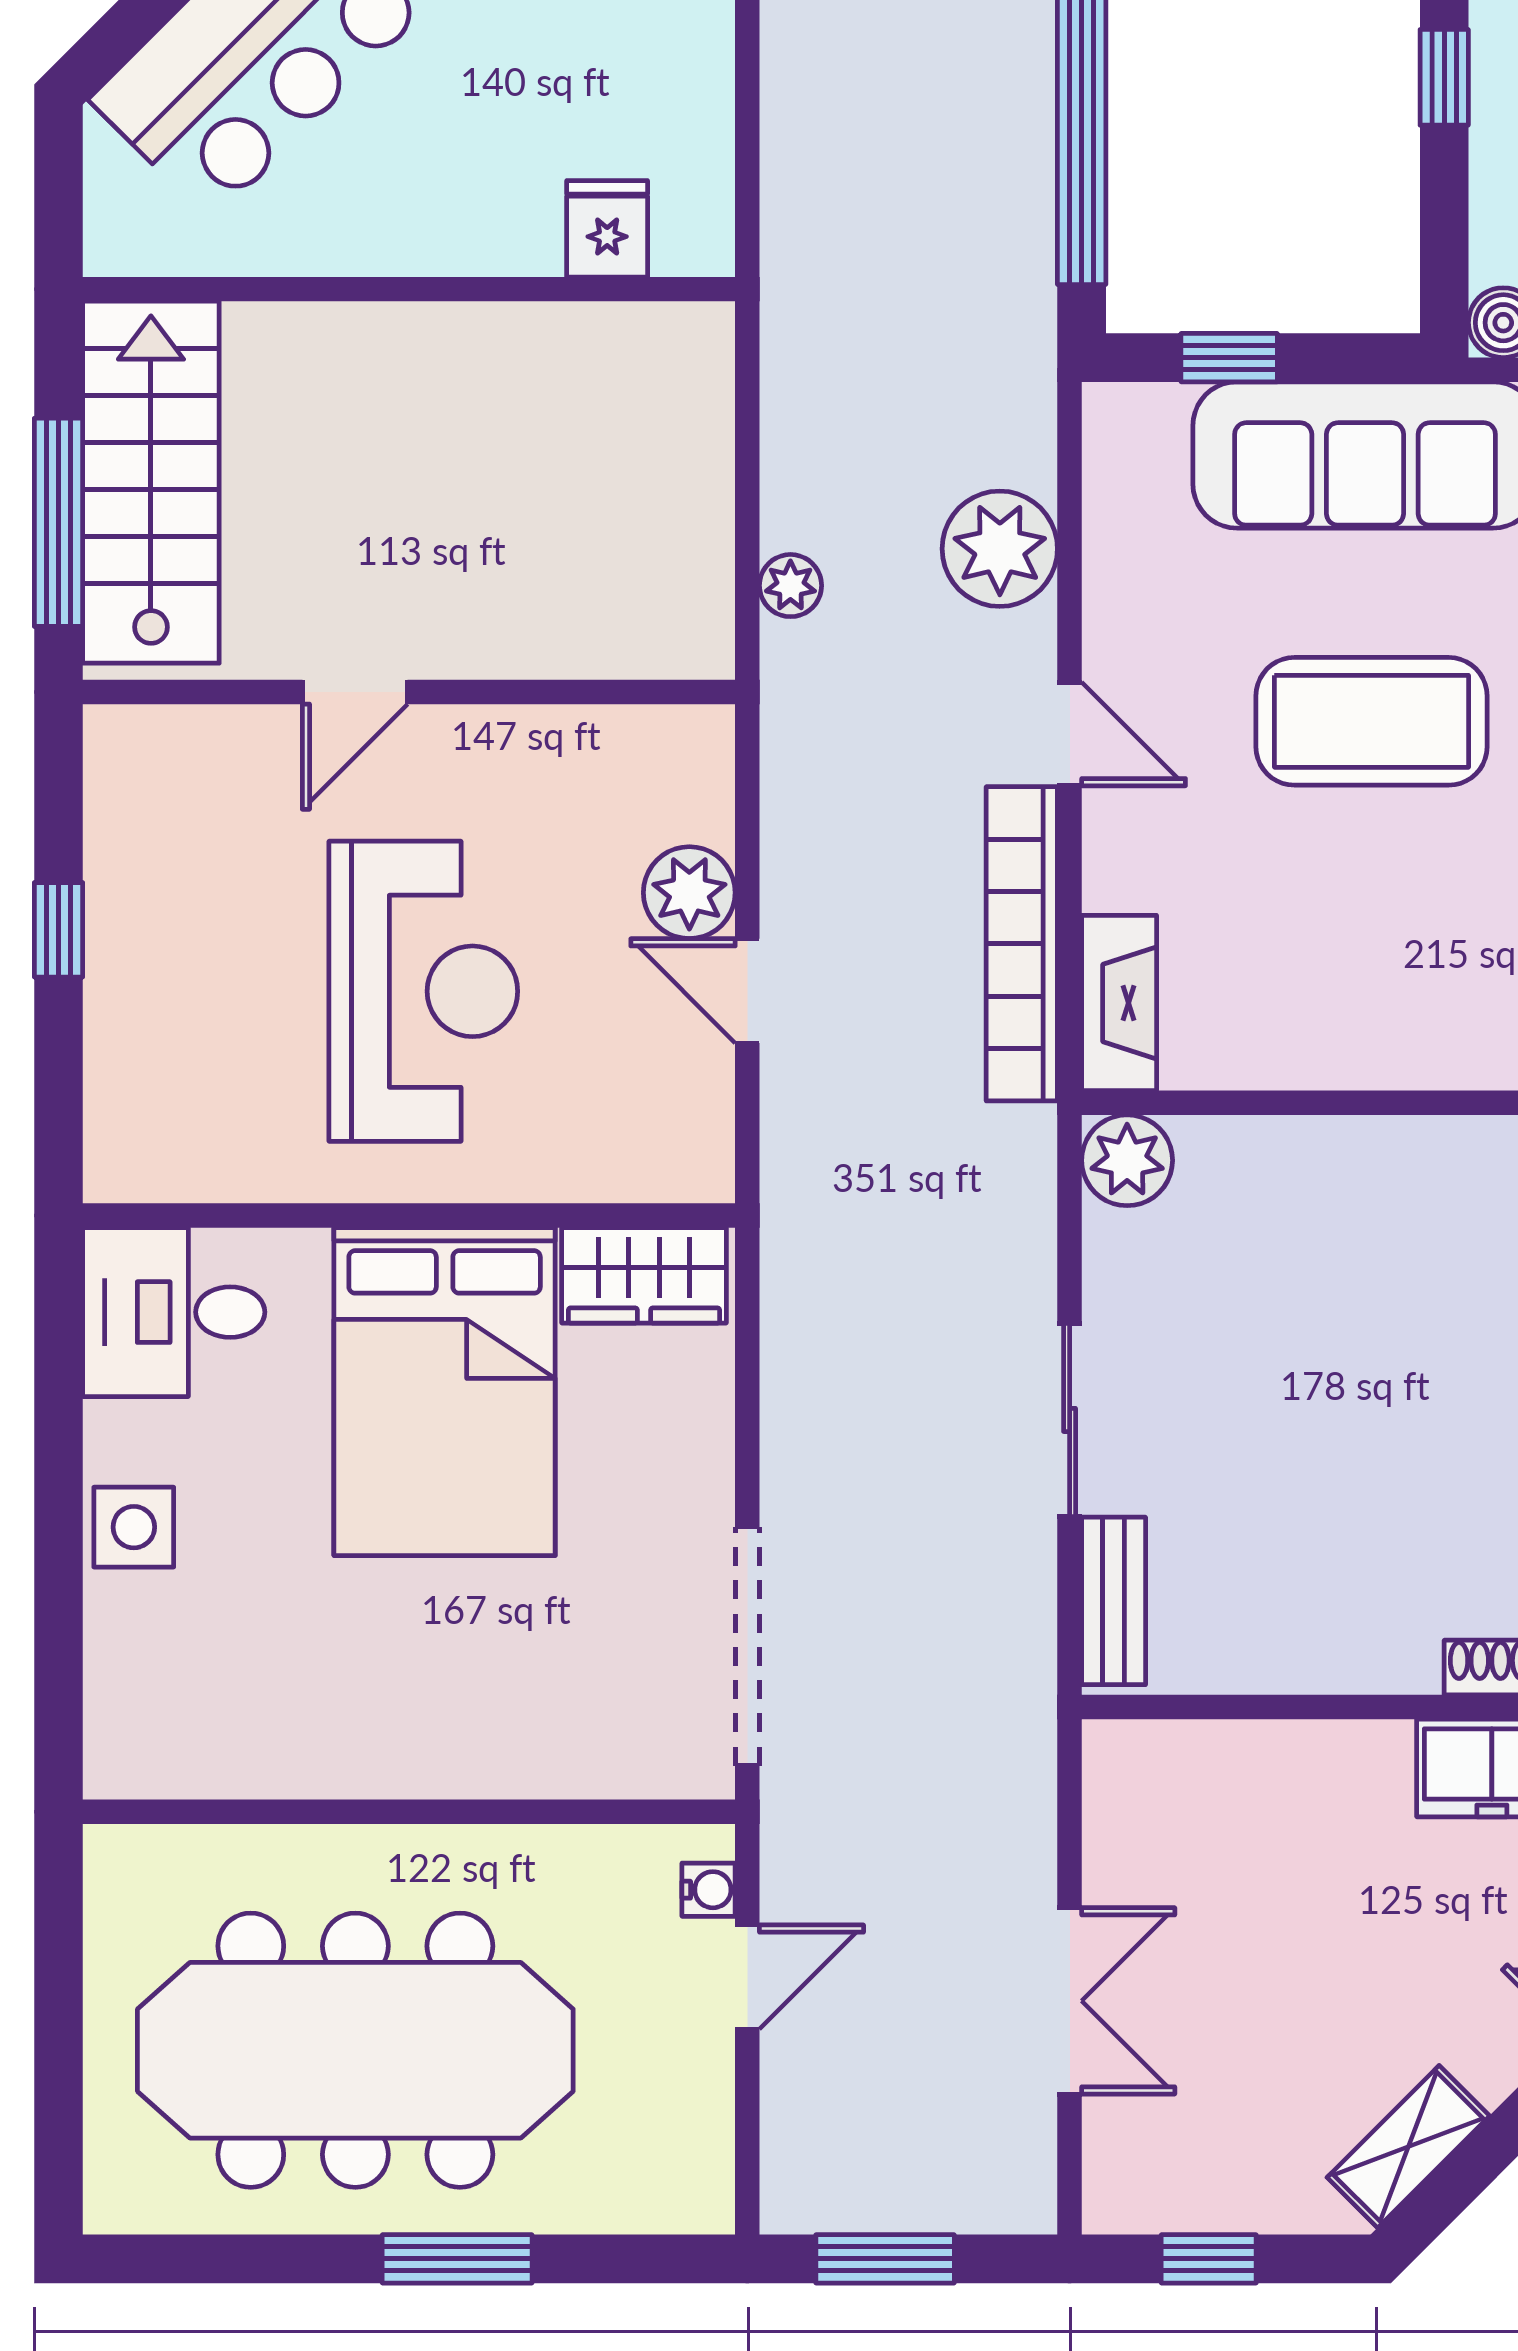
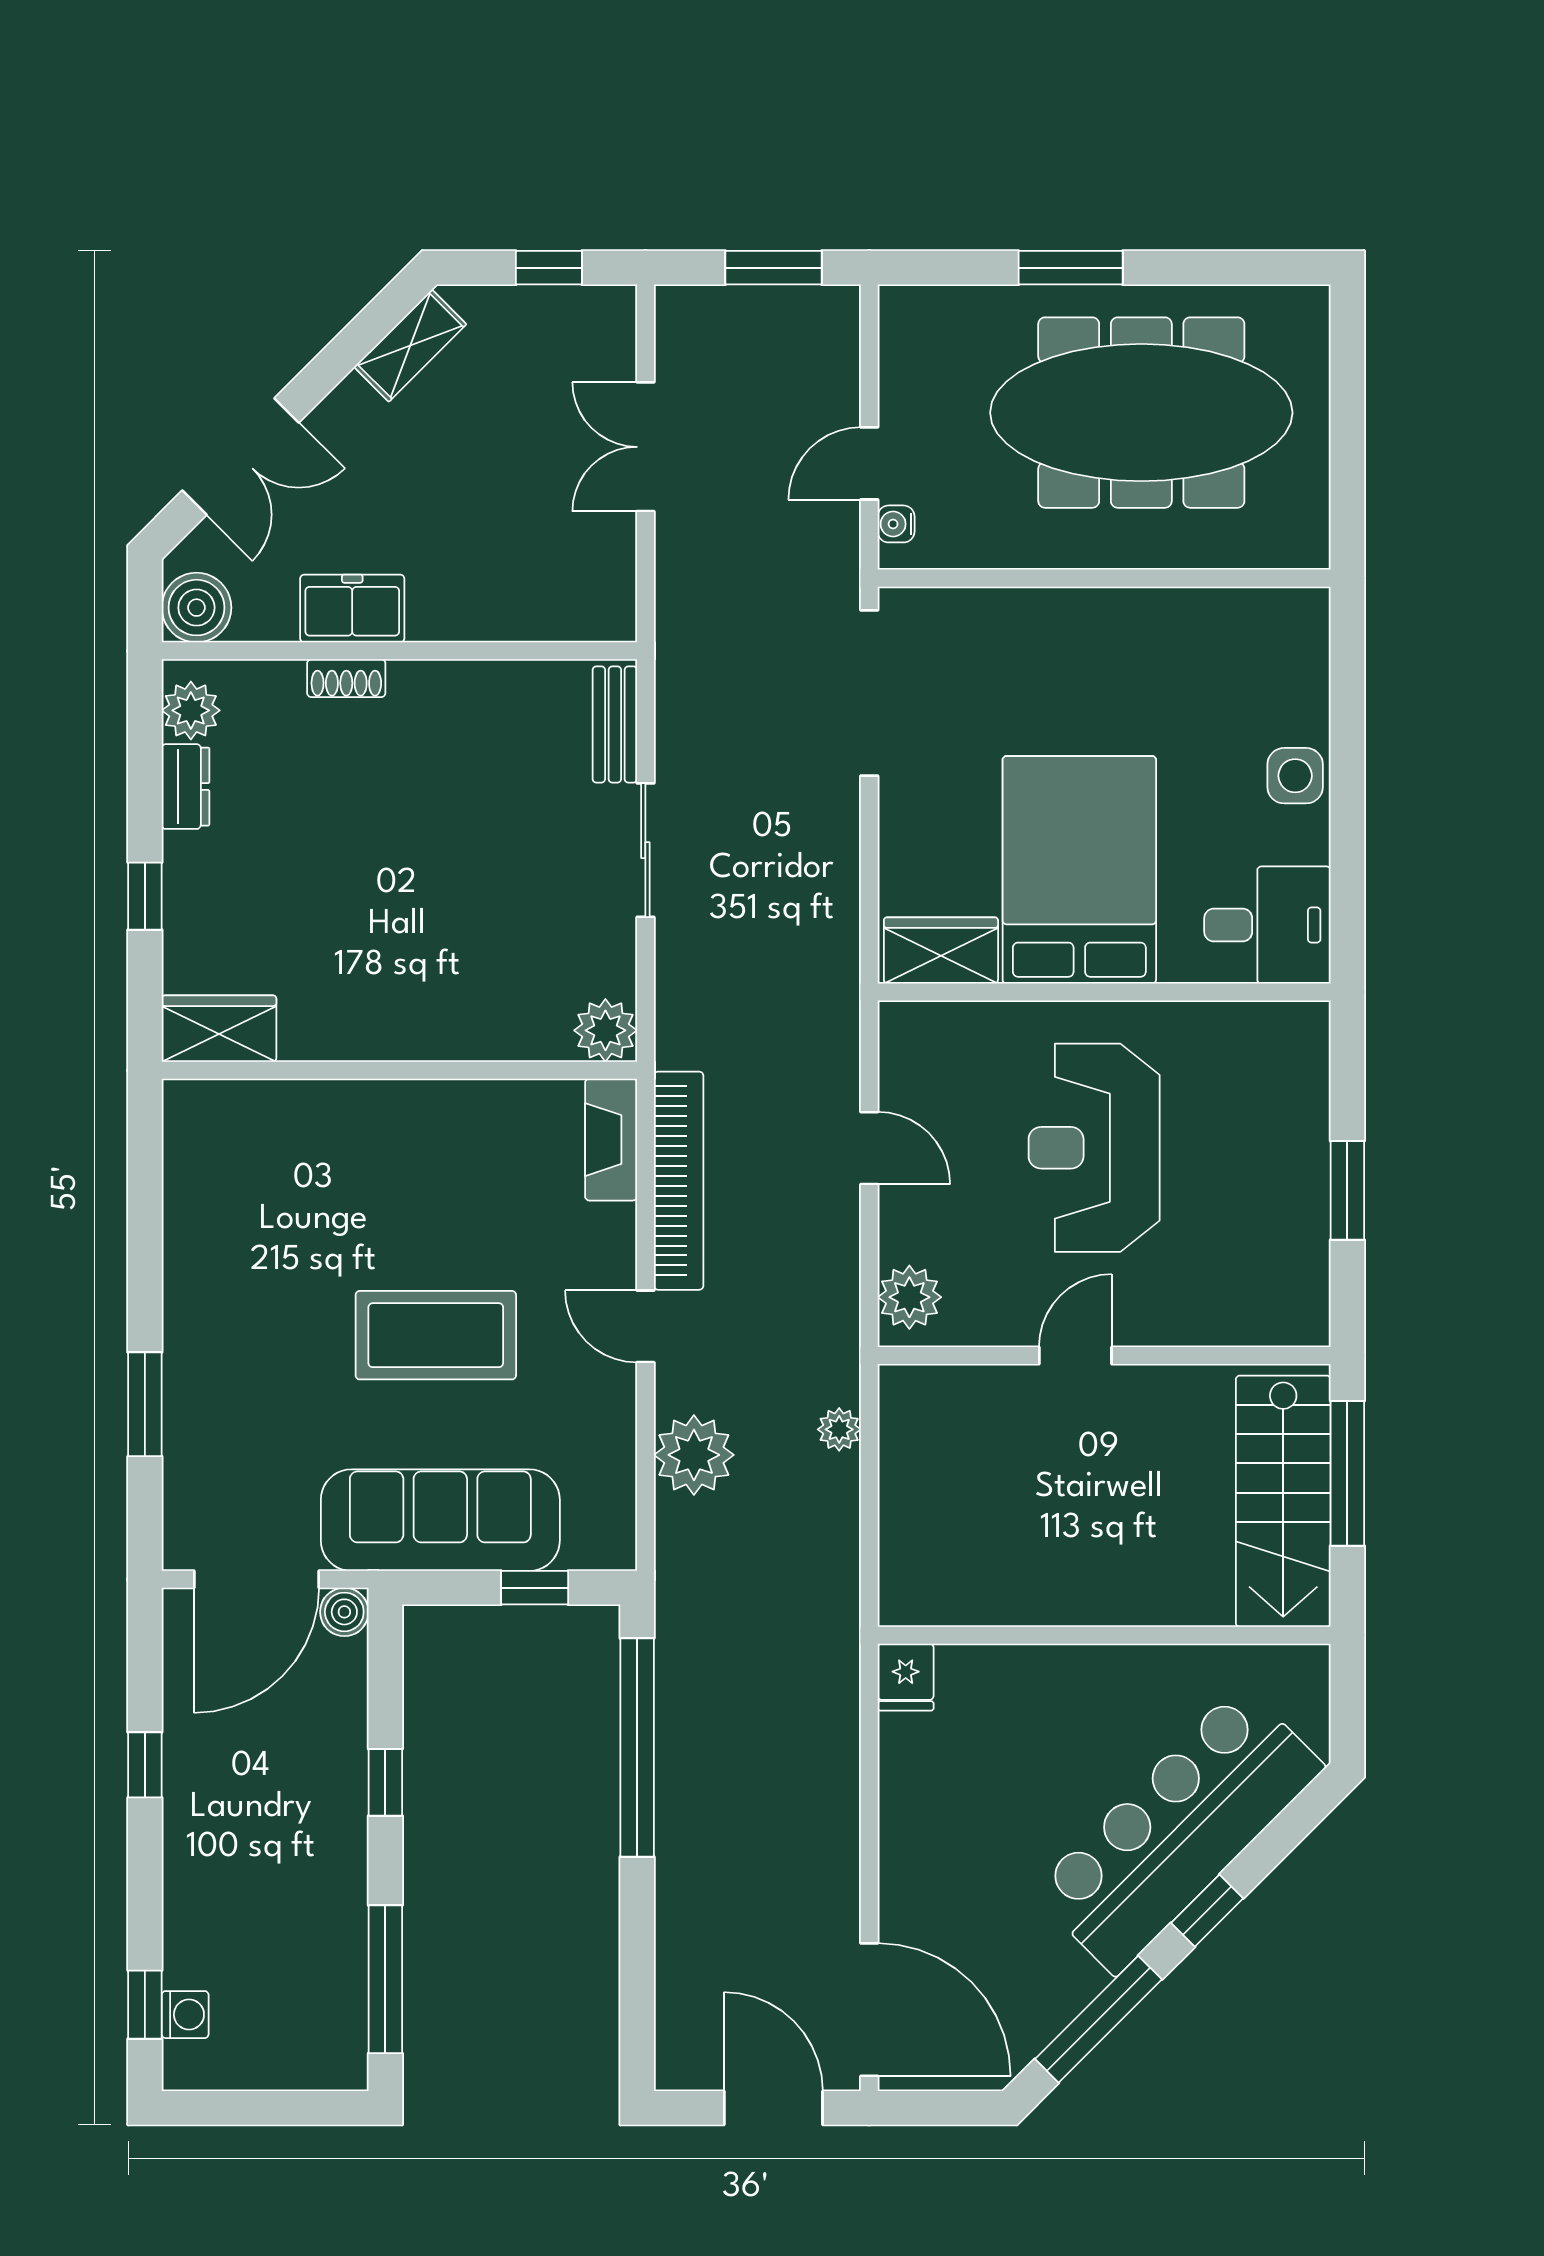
fridge: (607, 229) -> (906, 1677), moved
door: (355, 692) -> (1075, 1356), moved
plant: (689, 893) -> (909, 1297), moved
window: (59, 930) -> (1347, 1190), width x1.50

